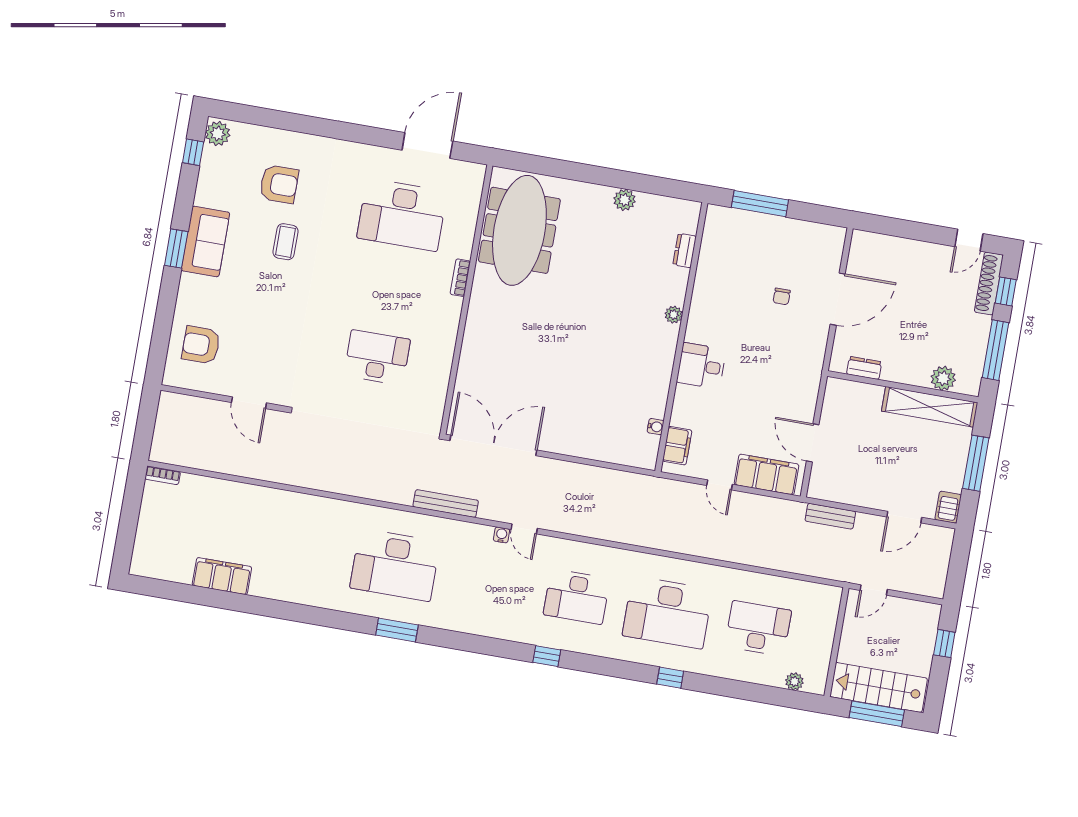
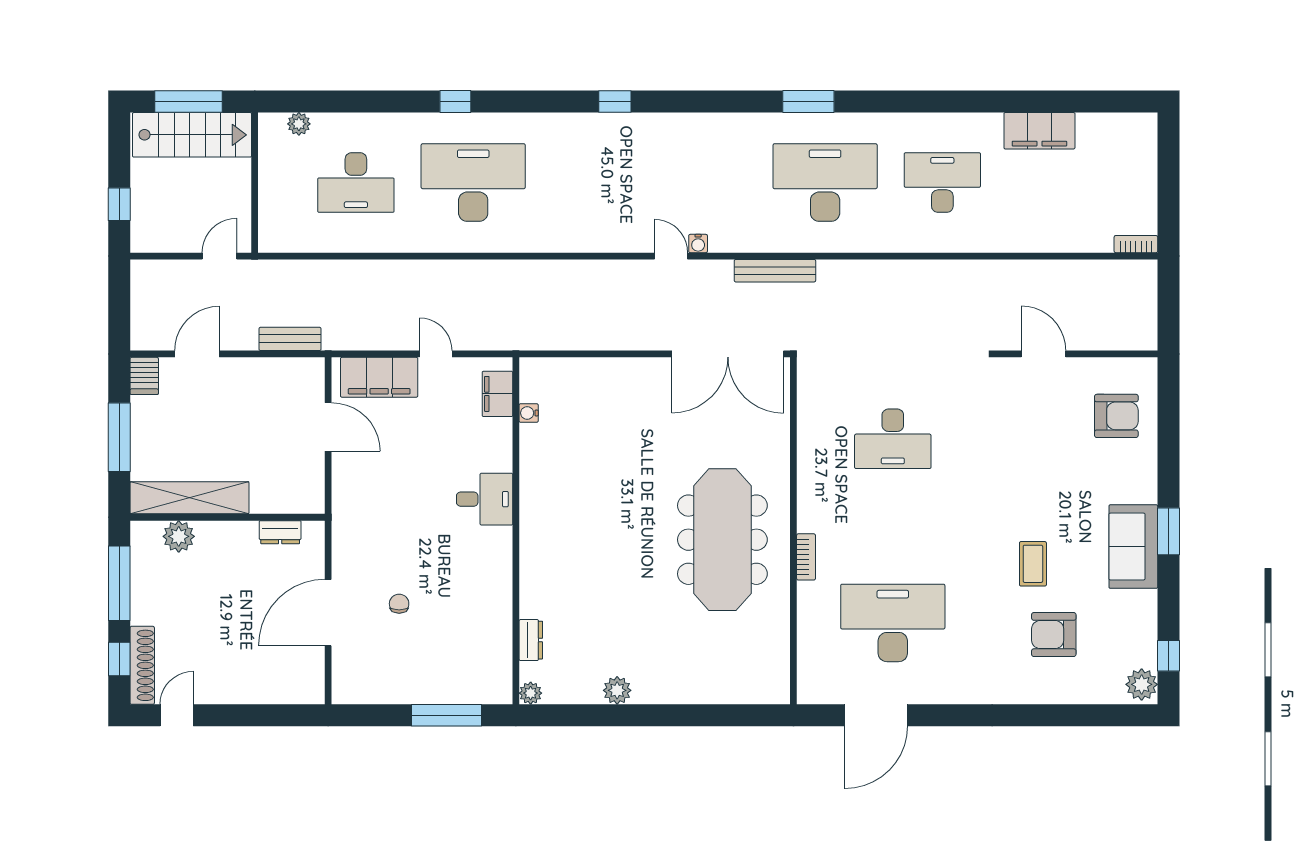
meeting table: (519, 230) -> (722, 540), moved
plant: (674, 315) -> (531, 693), moved
desk: (577, 597) -> (942, 183), moved

